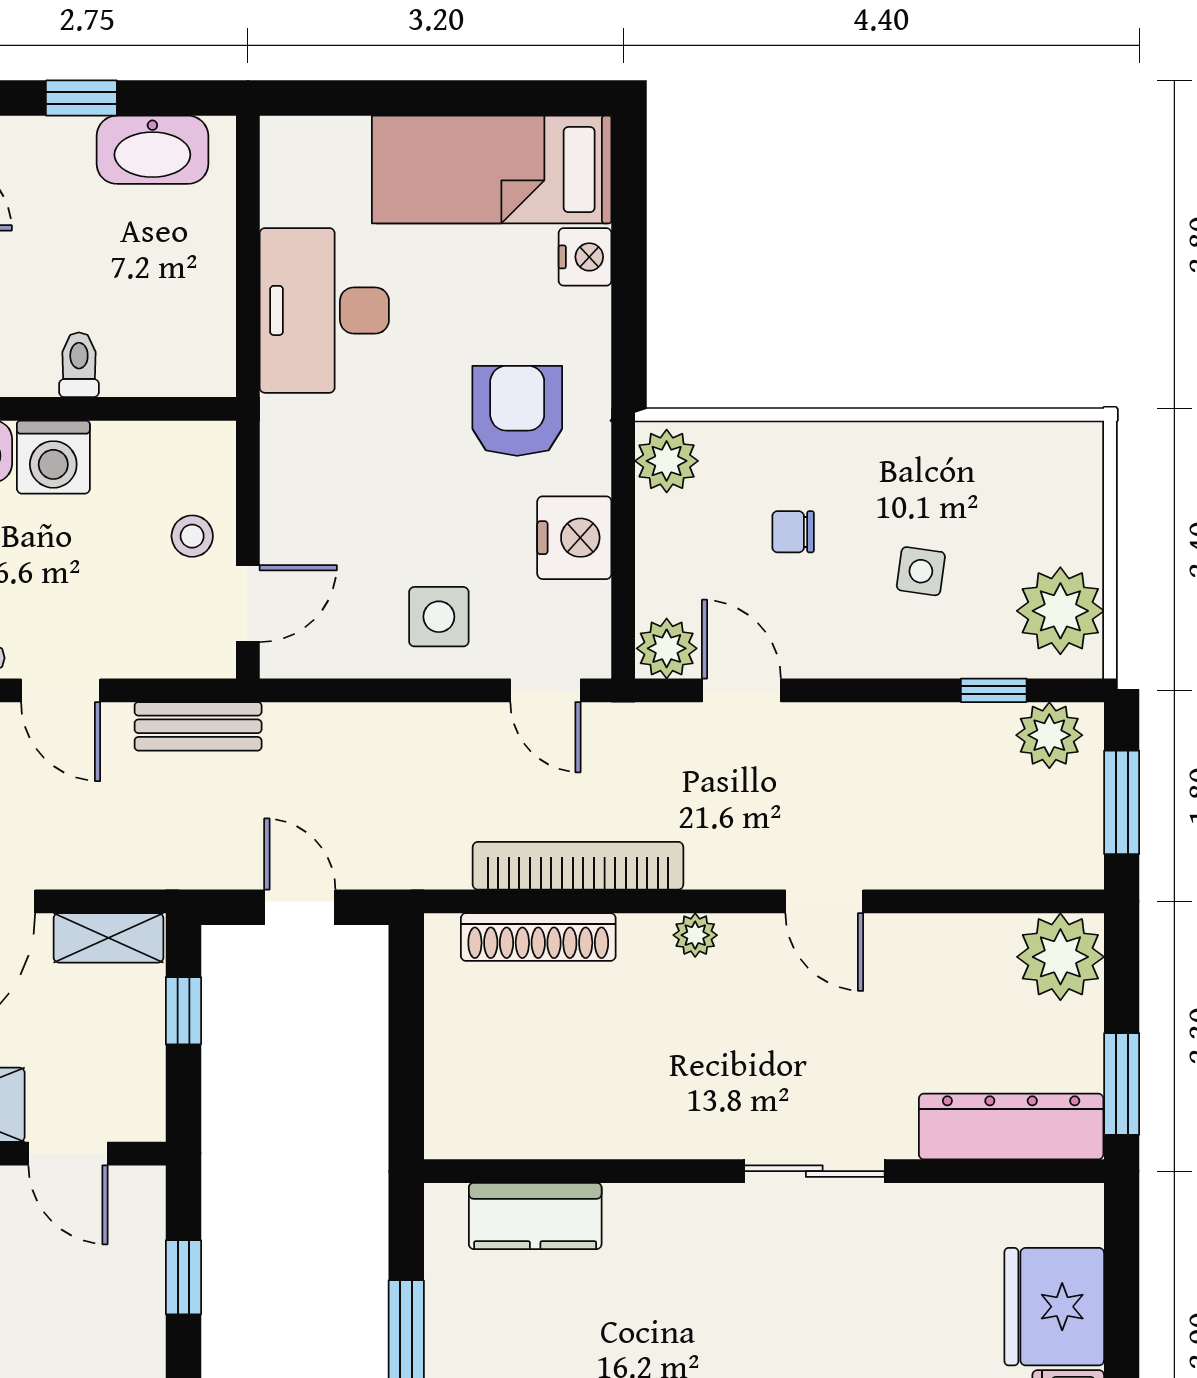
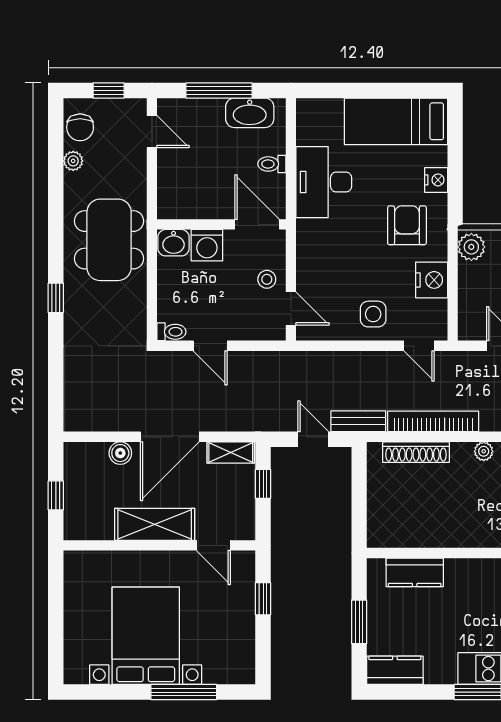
window: (81, 98) -> (219, 90), width x2.17
nightstand: (585, 257) -> (436, 180), moved
toilet: (79, 365) -> (272, 164), moved, turned -90
door: (170, 409) -> (257, 224), added
door: (248, 604) -> (291, 308), hinge flipped
plant: (667, 648) -> (471, 328), removed
bench: (198, 726) -> (358, 421), moved

